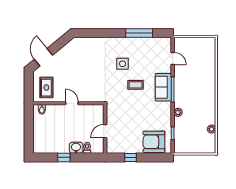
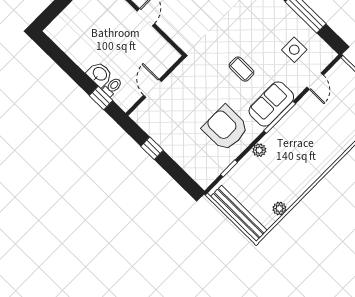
side table: (122, 64) -> (294, 50), moved
door: (105, 131) -> (153, 88), hinge flipped
armchair: (154, 142) -> (225, 128), moved
bench: (196, 149) -> (239, 213), added
window: (64, 157) -> (101, 98), moved

